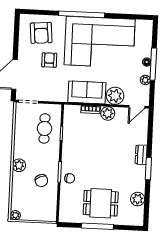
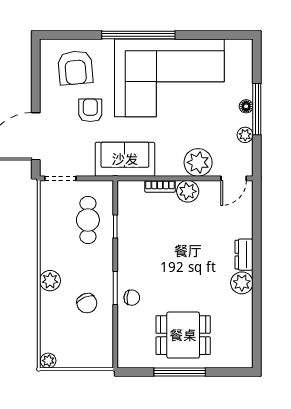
sofa: (87, 92) -> (125, 159), moved
window: (148, 169) -> (257, 276), removed
plant: (138, 199) -> (242, 283), moved

